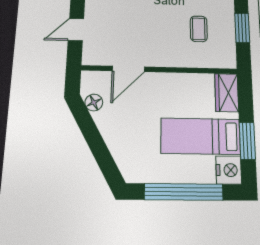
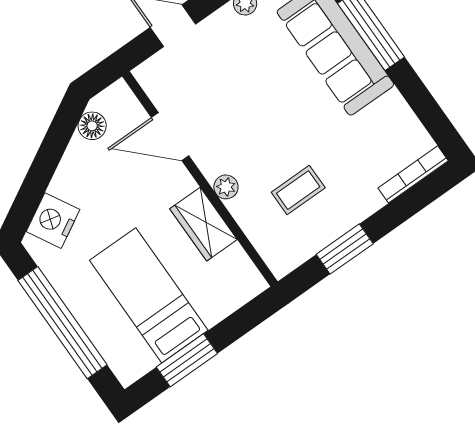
plant: (173, 60) -> (226, 187), added
wardrobe: (227, 93) -> (204, 224), moved, turned -90
nightstand: (229, 170) -> (53, 221), moved, turned 151

